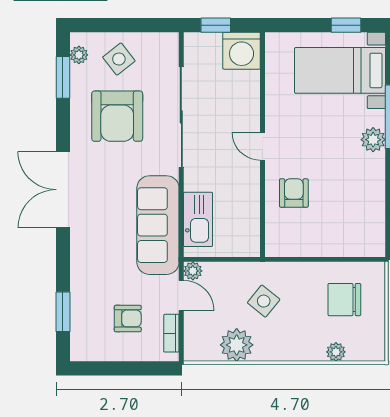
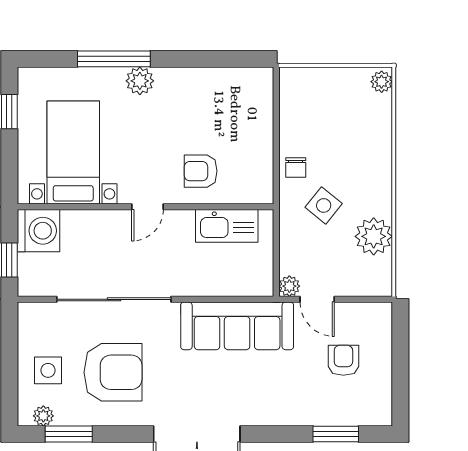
side table: (119, 59) -> (48, 370), turned 38
bed with nightstands: (340, 70) -> (73, 153), moved, turned 180
kitchen sink: (198, 219) -> (227, 226), moved, turned 180
door: (181, 295) -> (317, 299), swing flipped
chair: (344, 300) -> (296, 167), moved, width x0.54, depth x0.54
bookcase: (171, 333) -> (360, 311), removed
plant: (336, 352) -> (382, 82), moved

